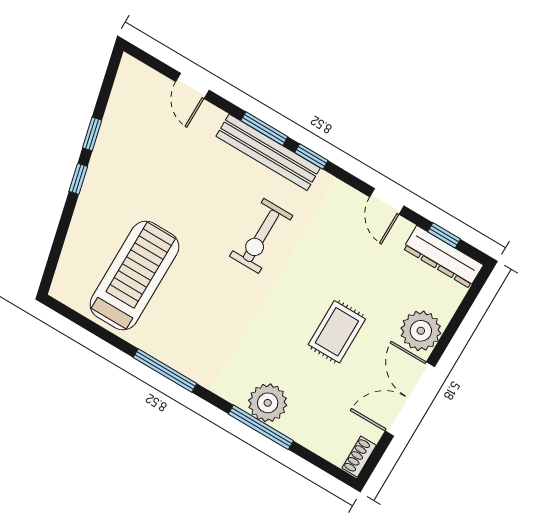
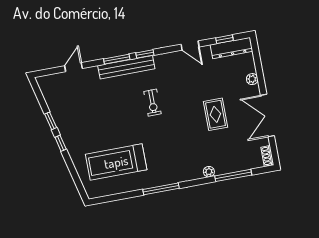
door: (192, 86) -> (74, 67), swing flipped
exercise bike: (261, 236) -> (152, 103), width x0.73, depth x0.72
treadmill: (134, 275) -> (116, 162), turned -90
plant: (421, 331) -> (252, 79), width x0.53, depth x0.53
plant: (268, 403) -> (209, 172), width x0.53, depth x0.53
window: (261, 427) -> (233, 175), moved

